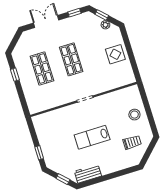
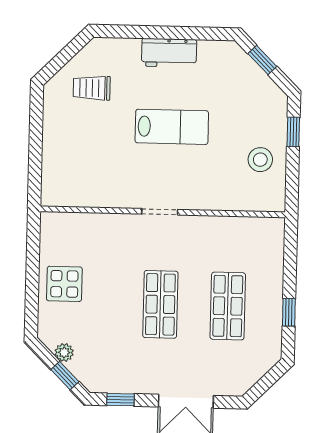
stool: (134, 115) -> (260, 160), moved
workbench: (88, 174) -> (169, 53), moved

